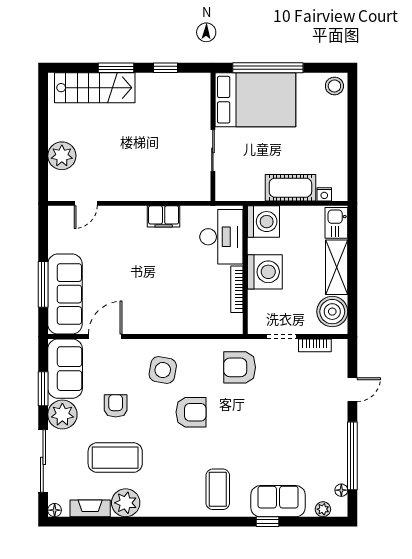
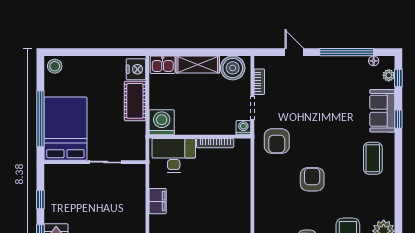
nightstand: (324, 194) -> (136, 69), width x1.89, depth x1.79
washing machine: (265, 272) -> (243, 128), moved, width x0.53, depth x0.53
side table: (163, 370) -> (279, 202), removed
coffee table: (218, 489) -> (373, 158), turned 90
window: (319, 522) -> (398, 78), added

